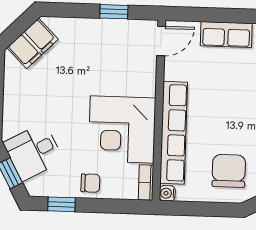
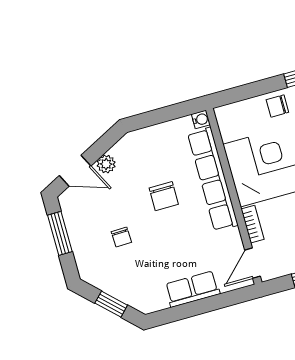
chair: (229, 171) -> (164, 196), moved, width x0.73, depth x0.73
bookcase: (146, 183) -> (253, 224), moved

